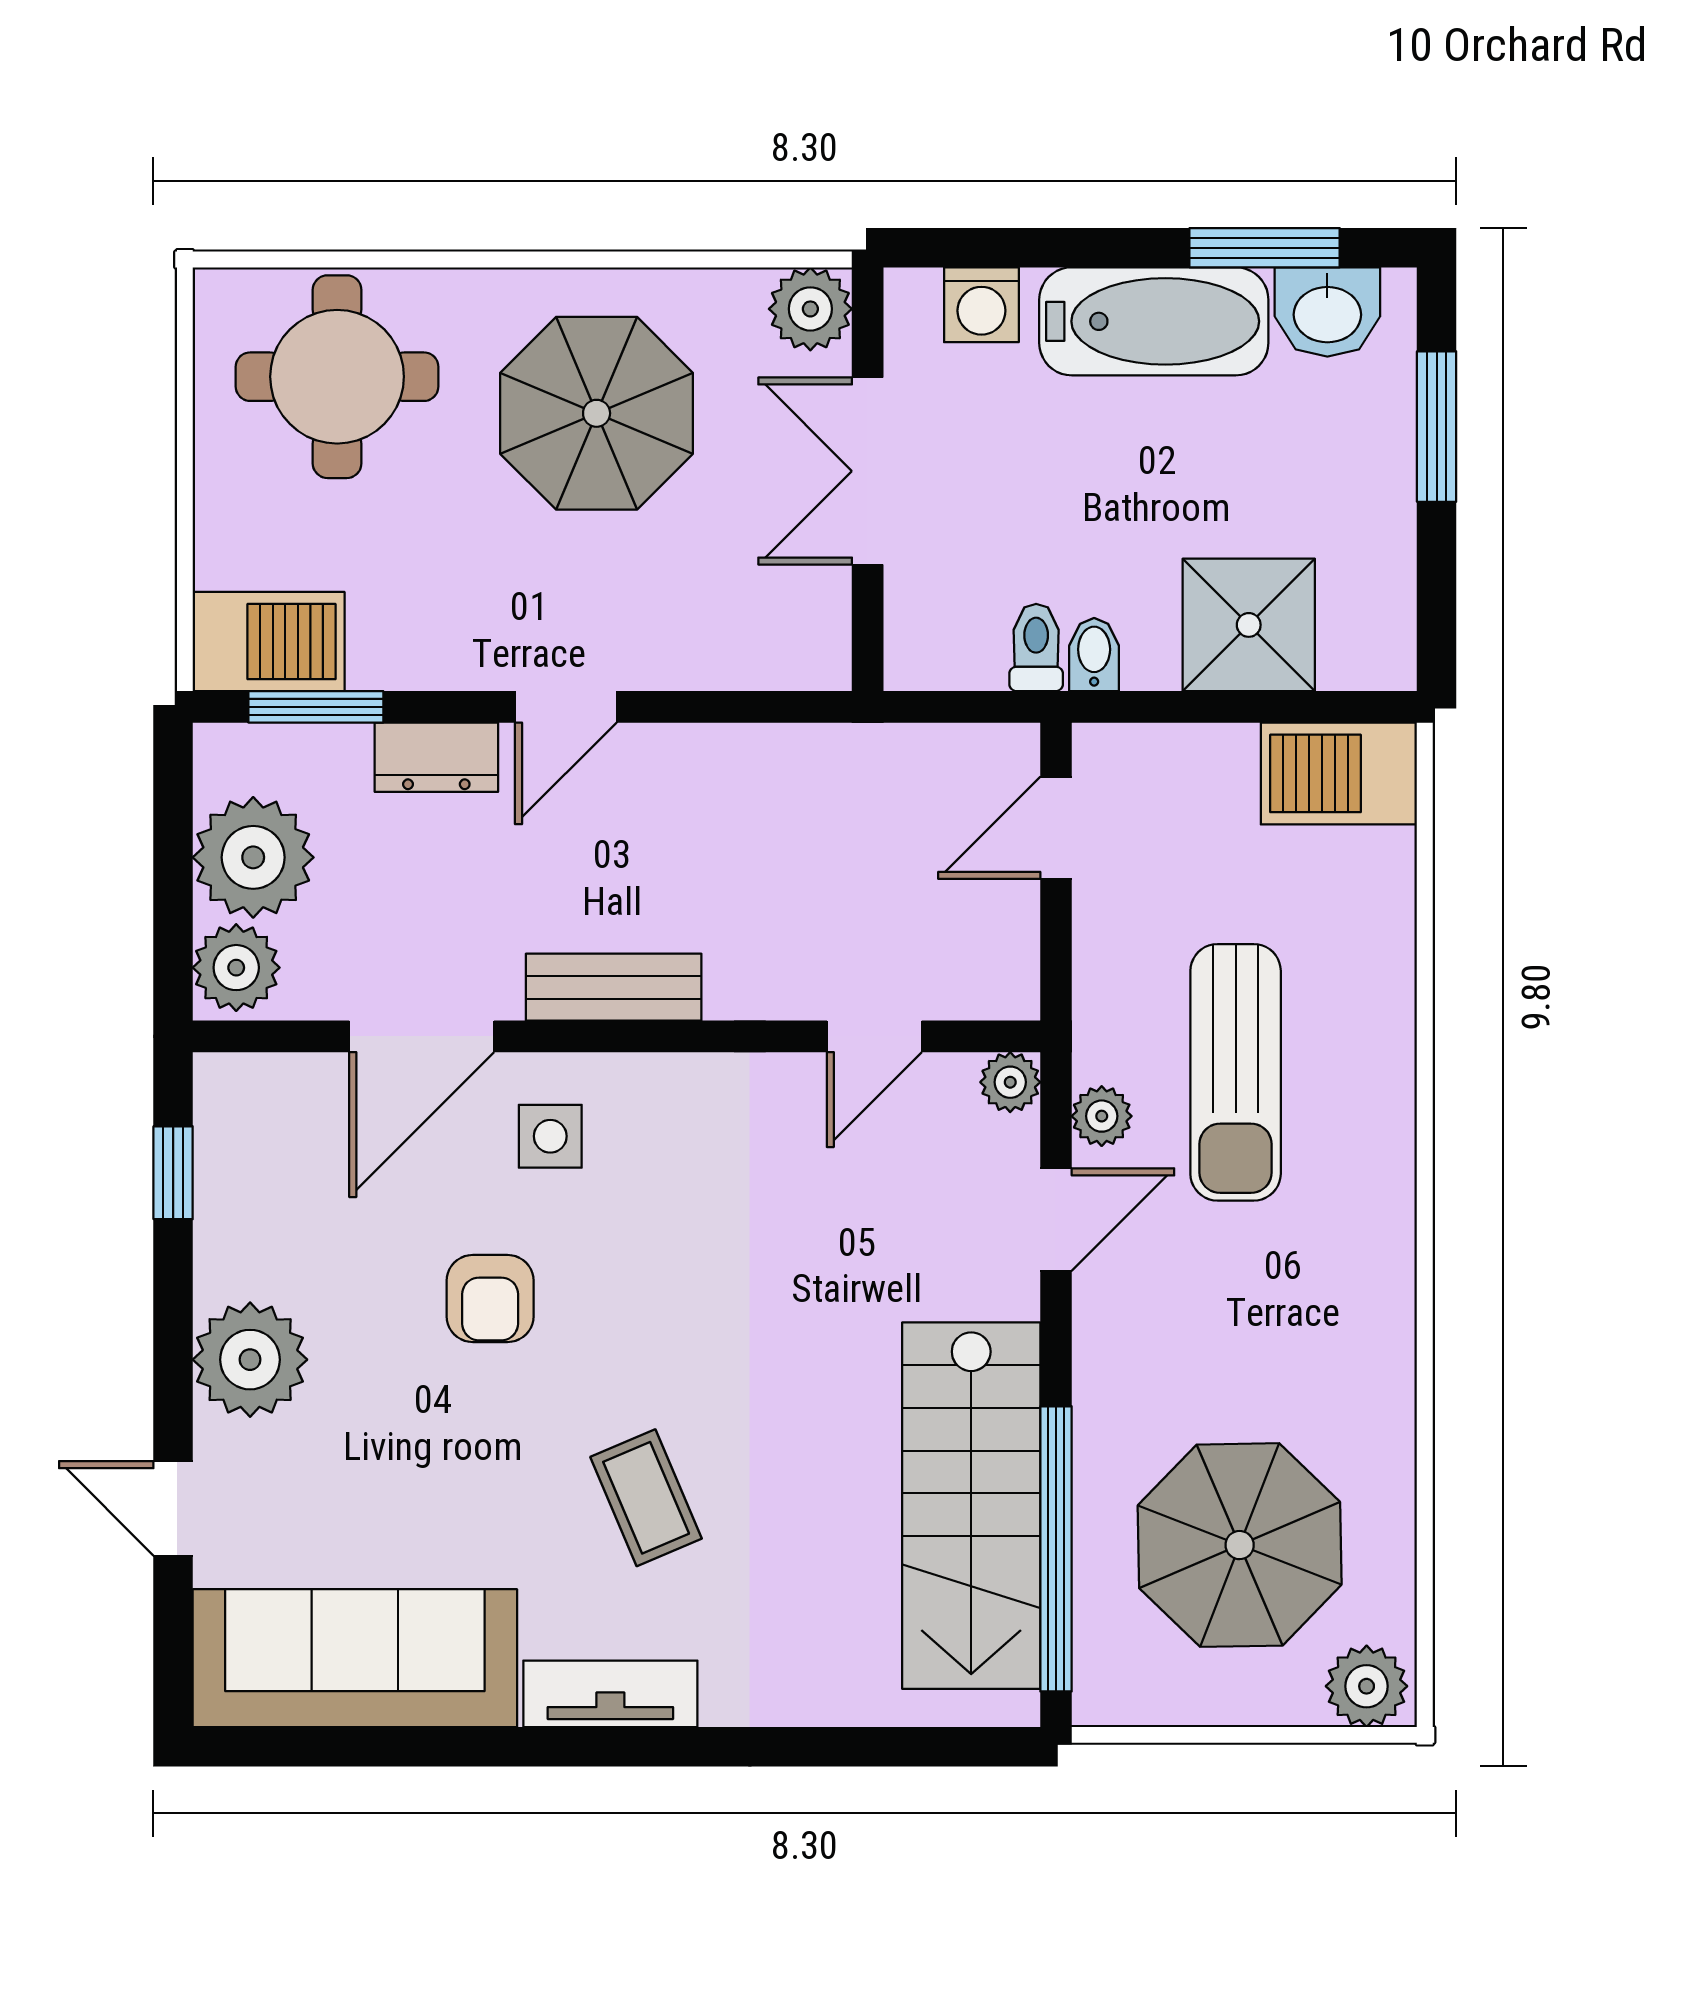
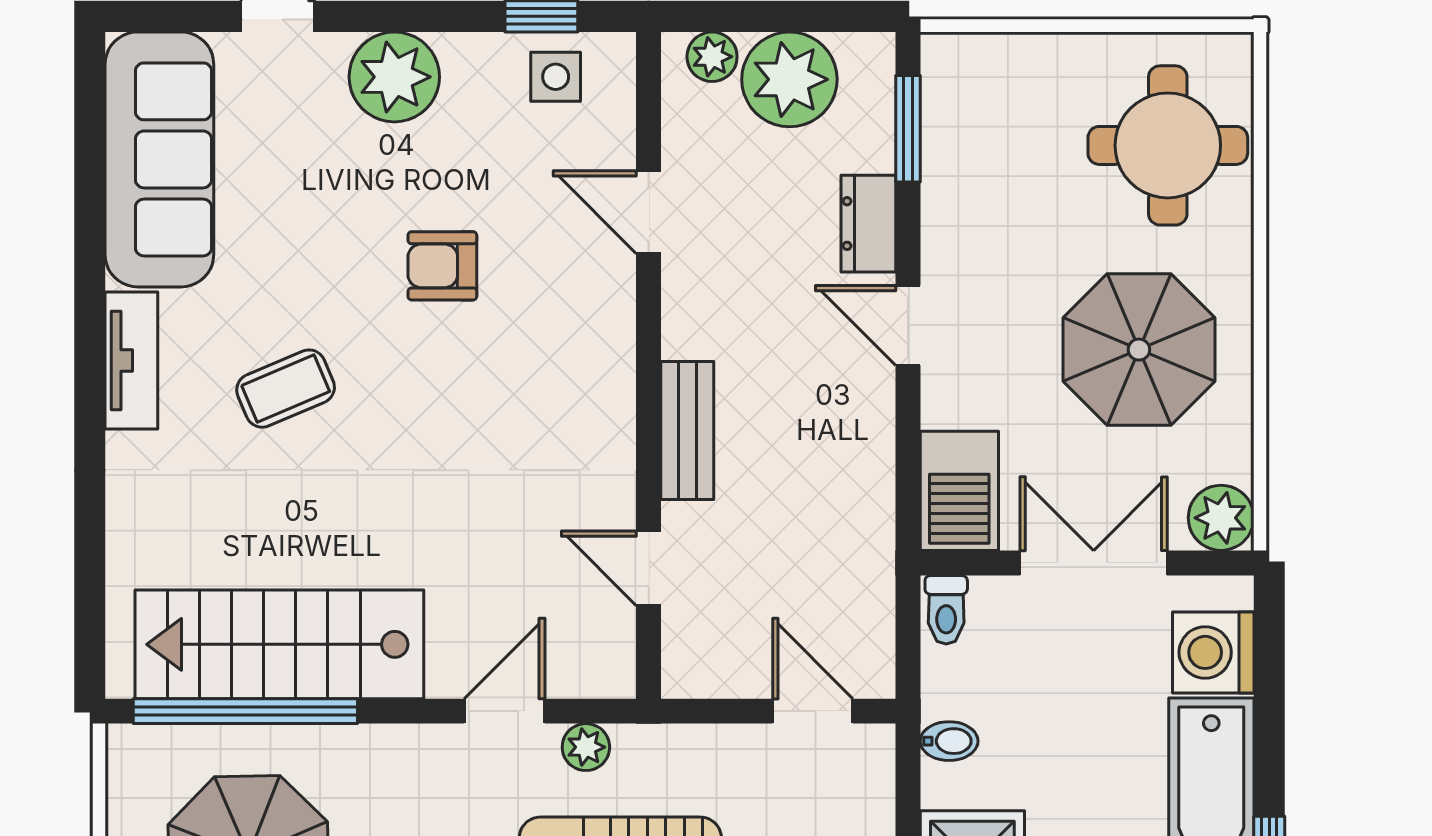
washing machine: (981, 305) -> (1213, 652), width x1.38, depth x1.38
barbecue: (269, 642) -> (959, 491), moved
toilet: (1036, 647) -> (946, 610), moved, turned 90
plant: (236, 968) -> (712, 57), width x0.73, depth x0.73
bench: (614, 987) -> (687, 430), moved
door: (422, 1036) -> (649, 212), width x0.73
plant: (1010, 1082) -> (613, 675), removed
side table: (550, 1136) -> (556, 77), moved
door: (1056, 1220) -> (504, 711), swing flipped

